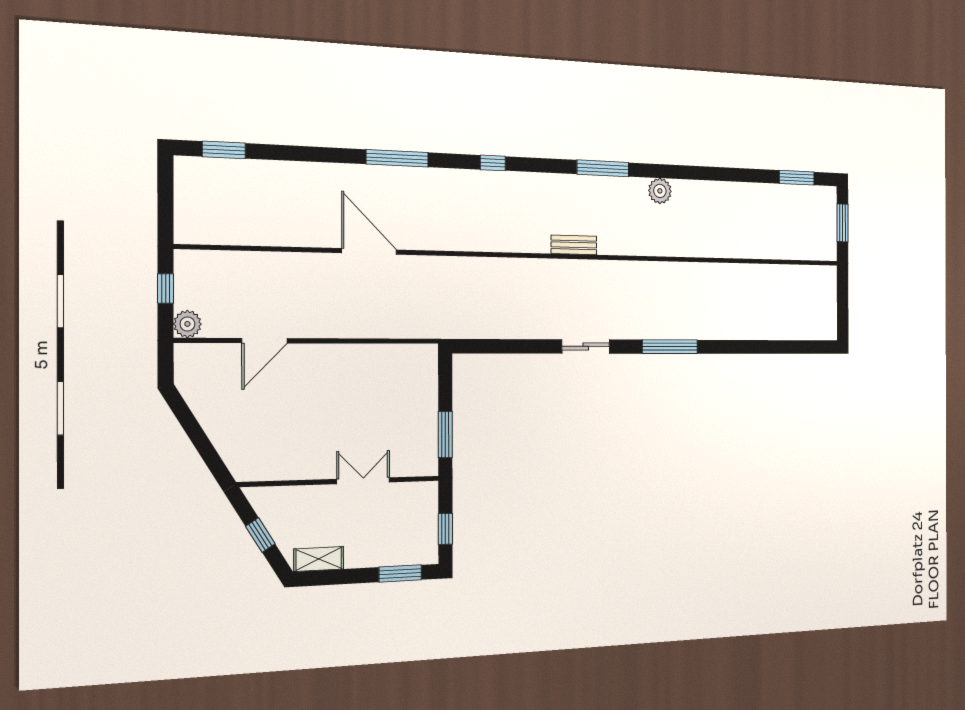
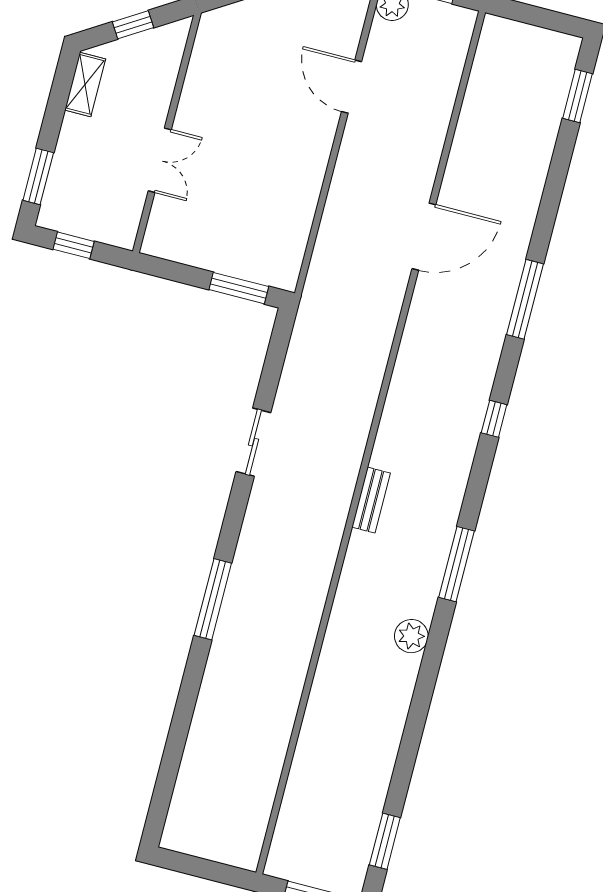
sliding door: (586, 346) -> (253, 442), moved
window: (445, 434) -> (239, 288), moved

